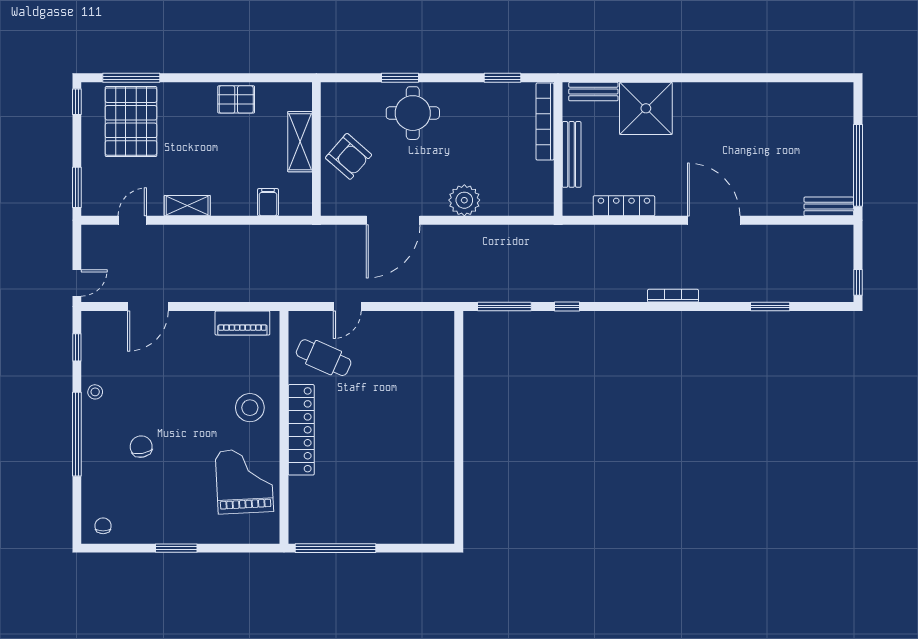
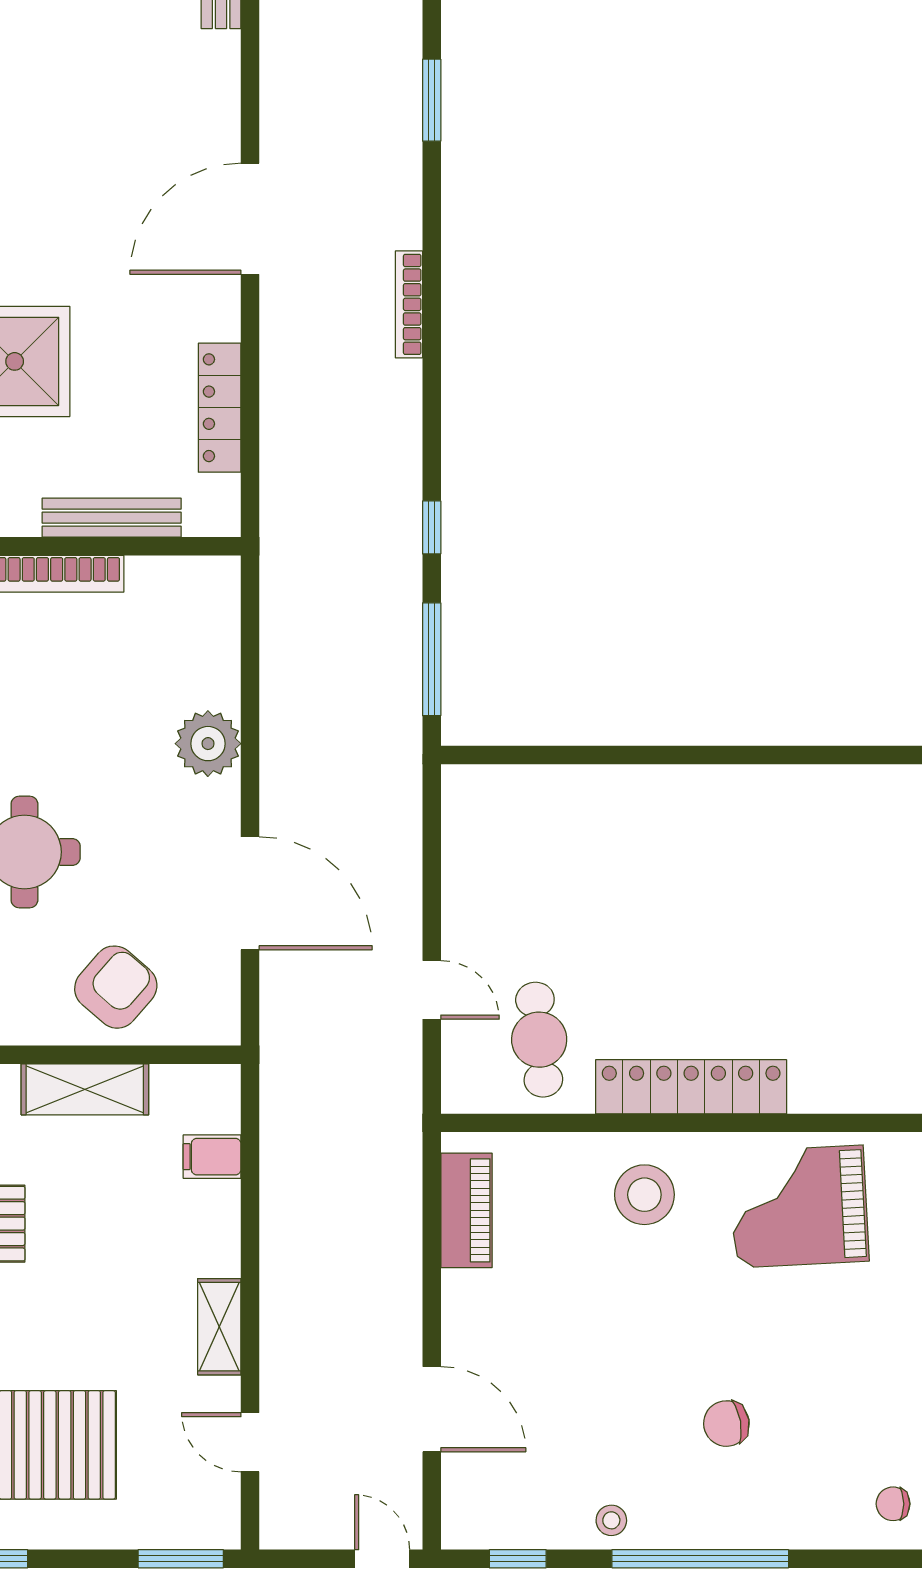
cafe table: (324, 358) -> (539, 1040), turned -30

